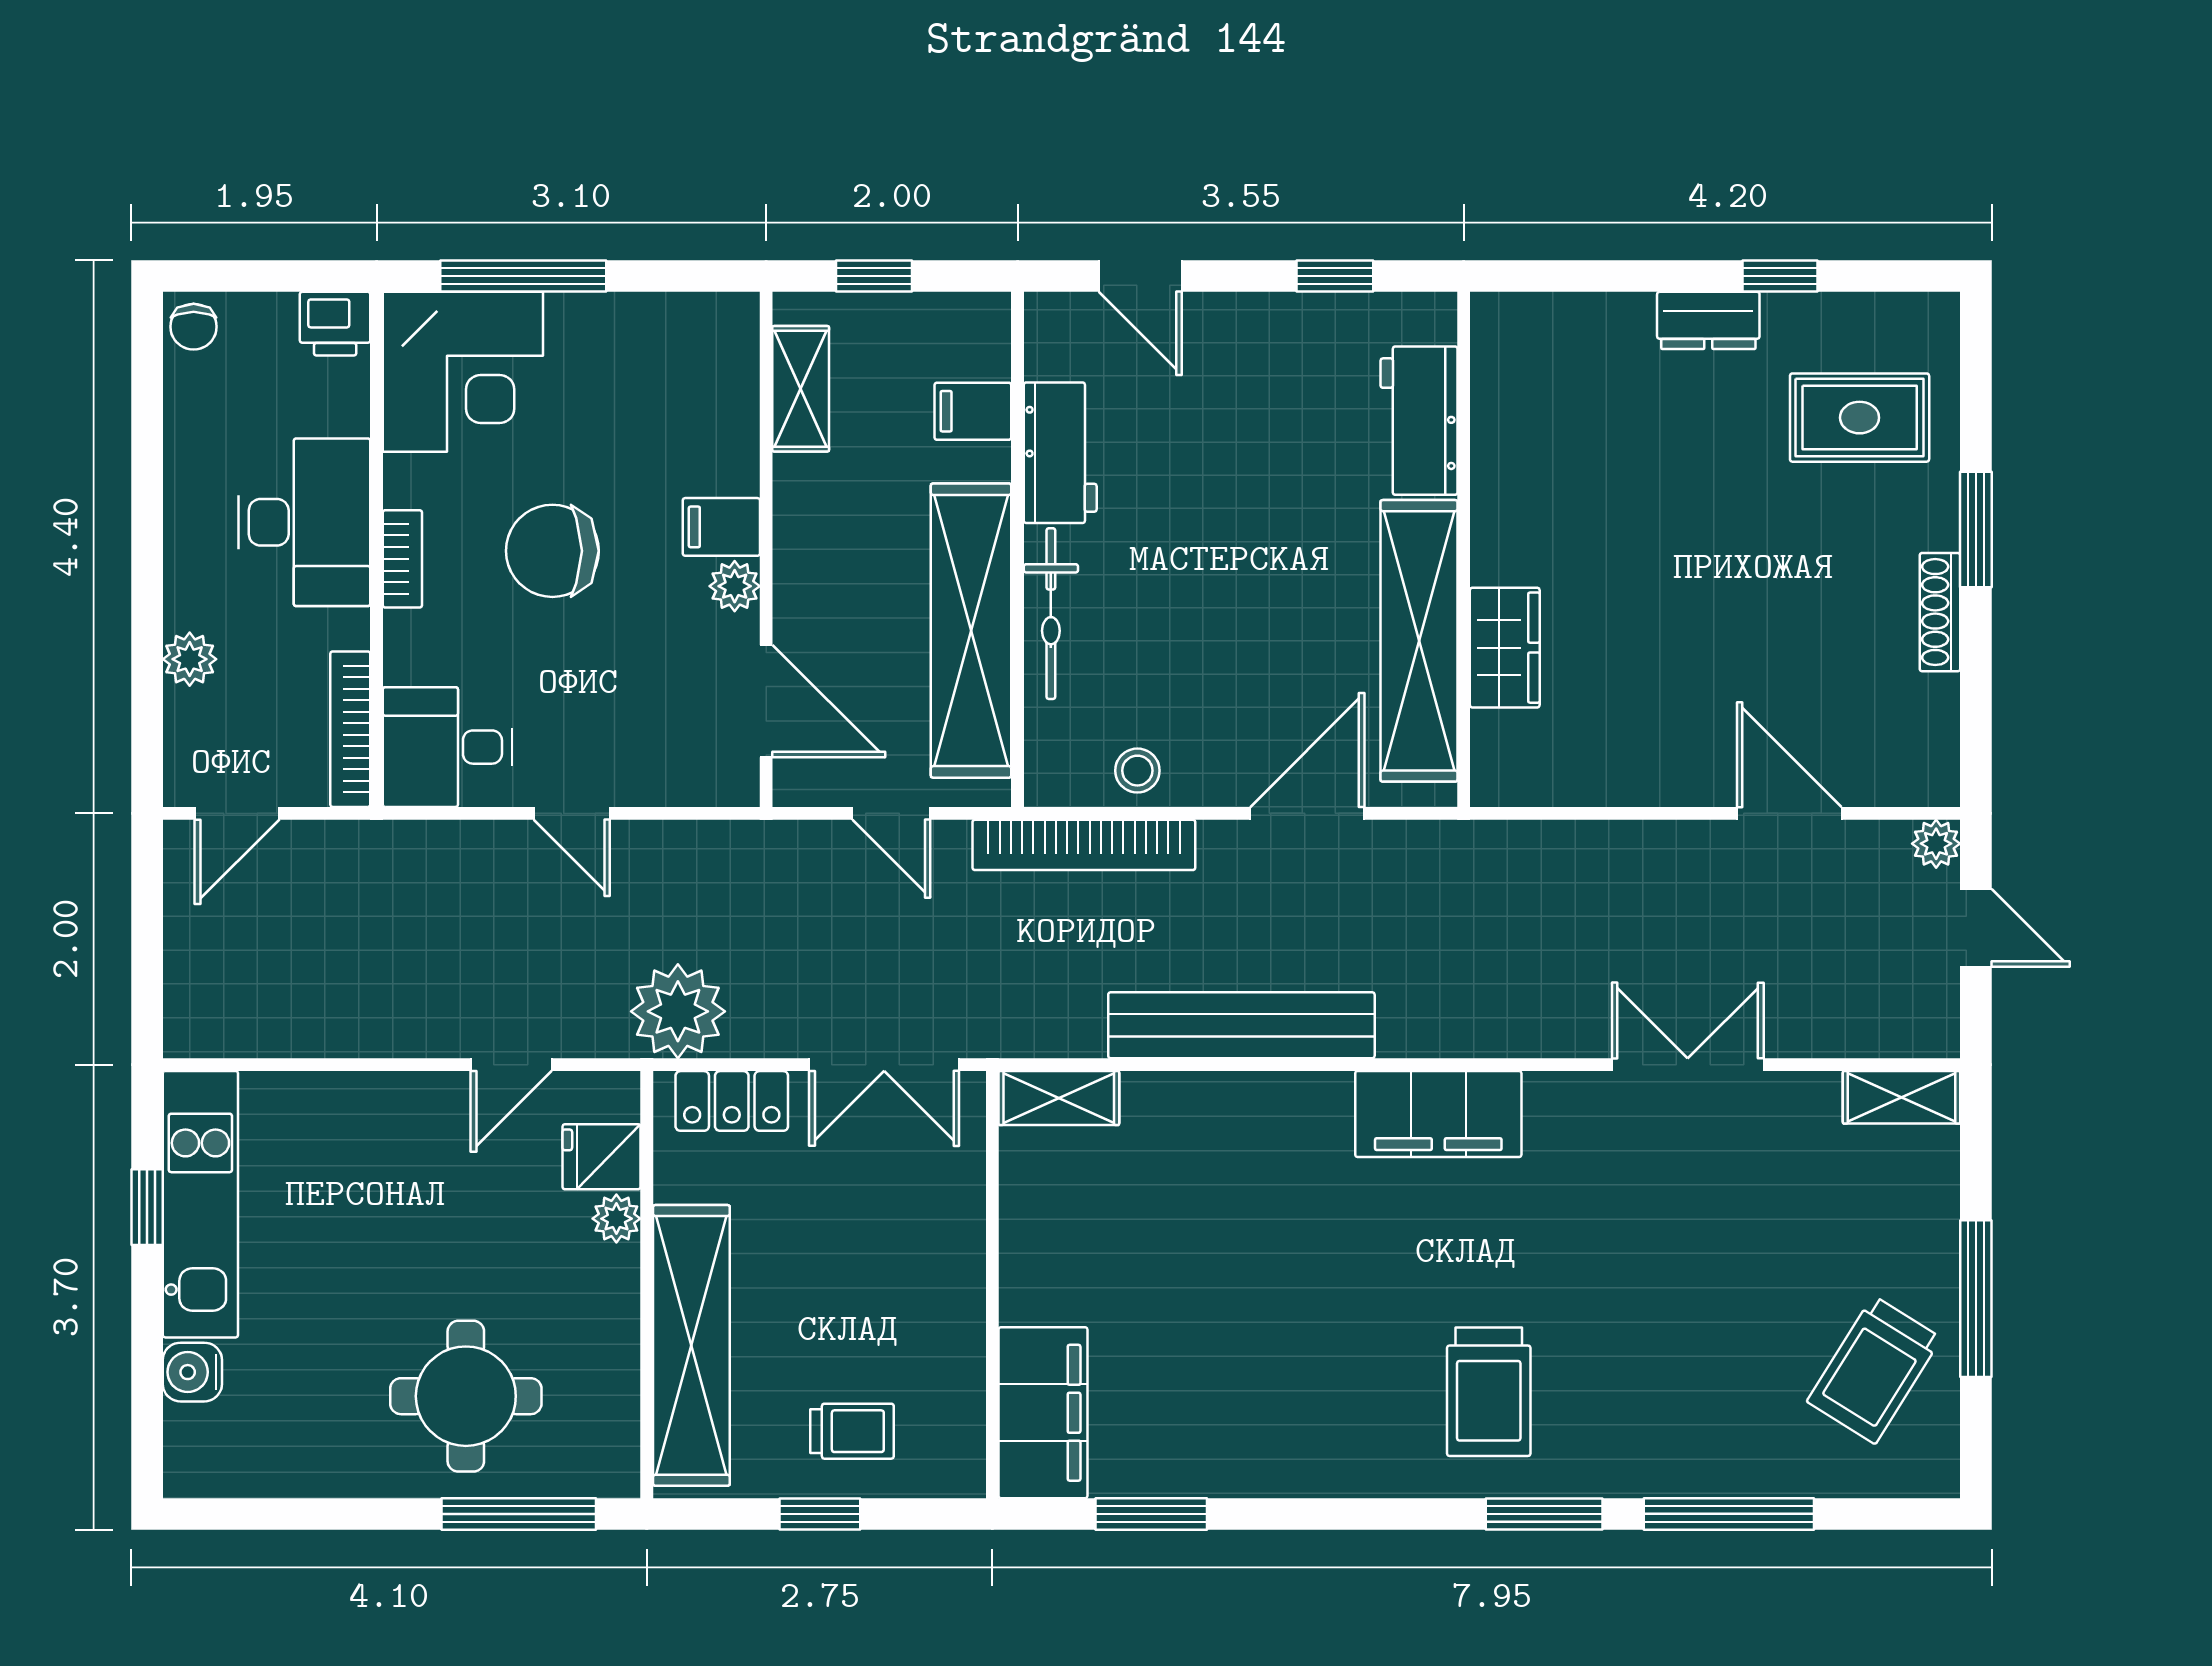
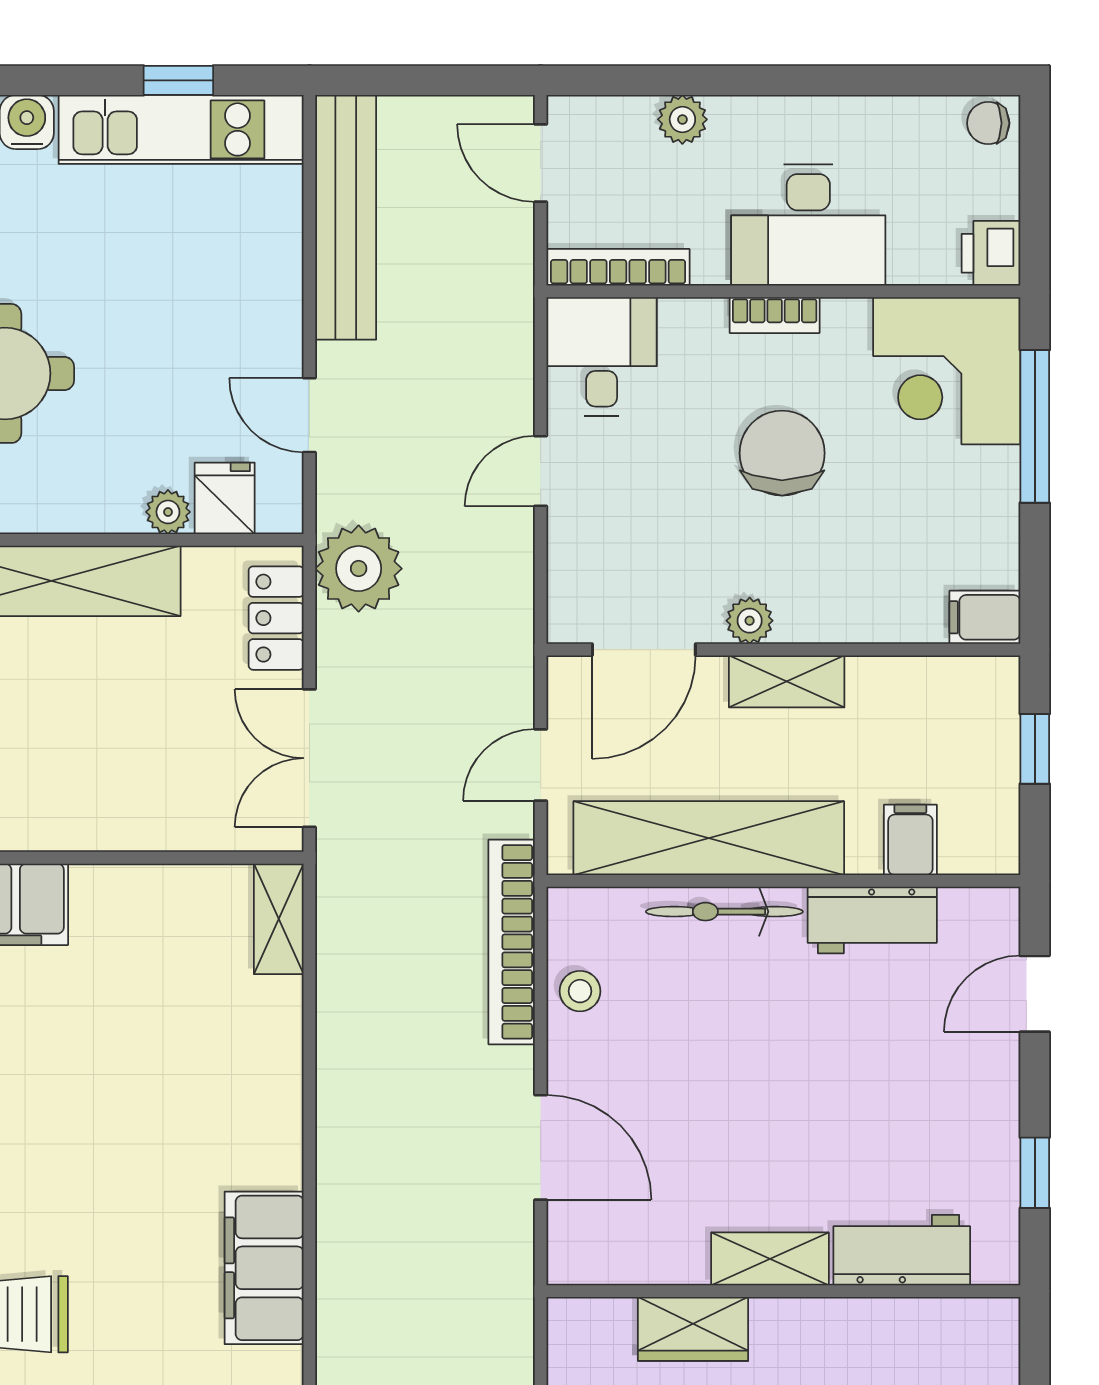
shelving: (801, 389) -> (787, 681), moved
filing cabinet: (721, 527) -> (985, 617), moved, turned -90
shelving: (1419, 641) -> (770, 1259), width x0.45, depth x0.75
bench: (1241, 1025) -> (346, 217), moved

